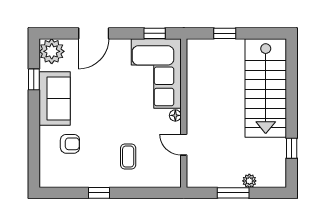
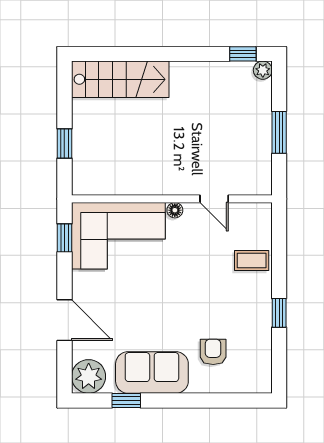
stairs: (266, 88) -> (120, 79), width x0.73, depth x0.66
door: (184, 145) -> (214, 199), hinge flipped
window: (292, 148) -> (243, 54), moved
coffee table: (128, 157) -> (252, 260), moved
plant: (249, 181) -> (263, 70), moved

